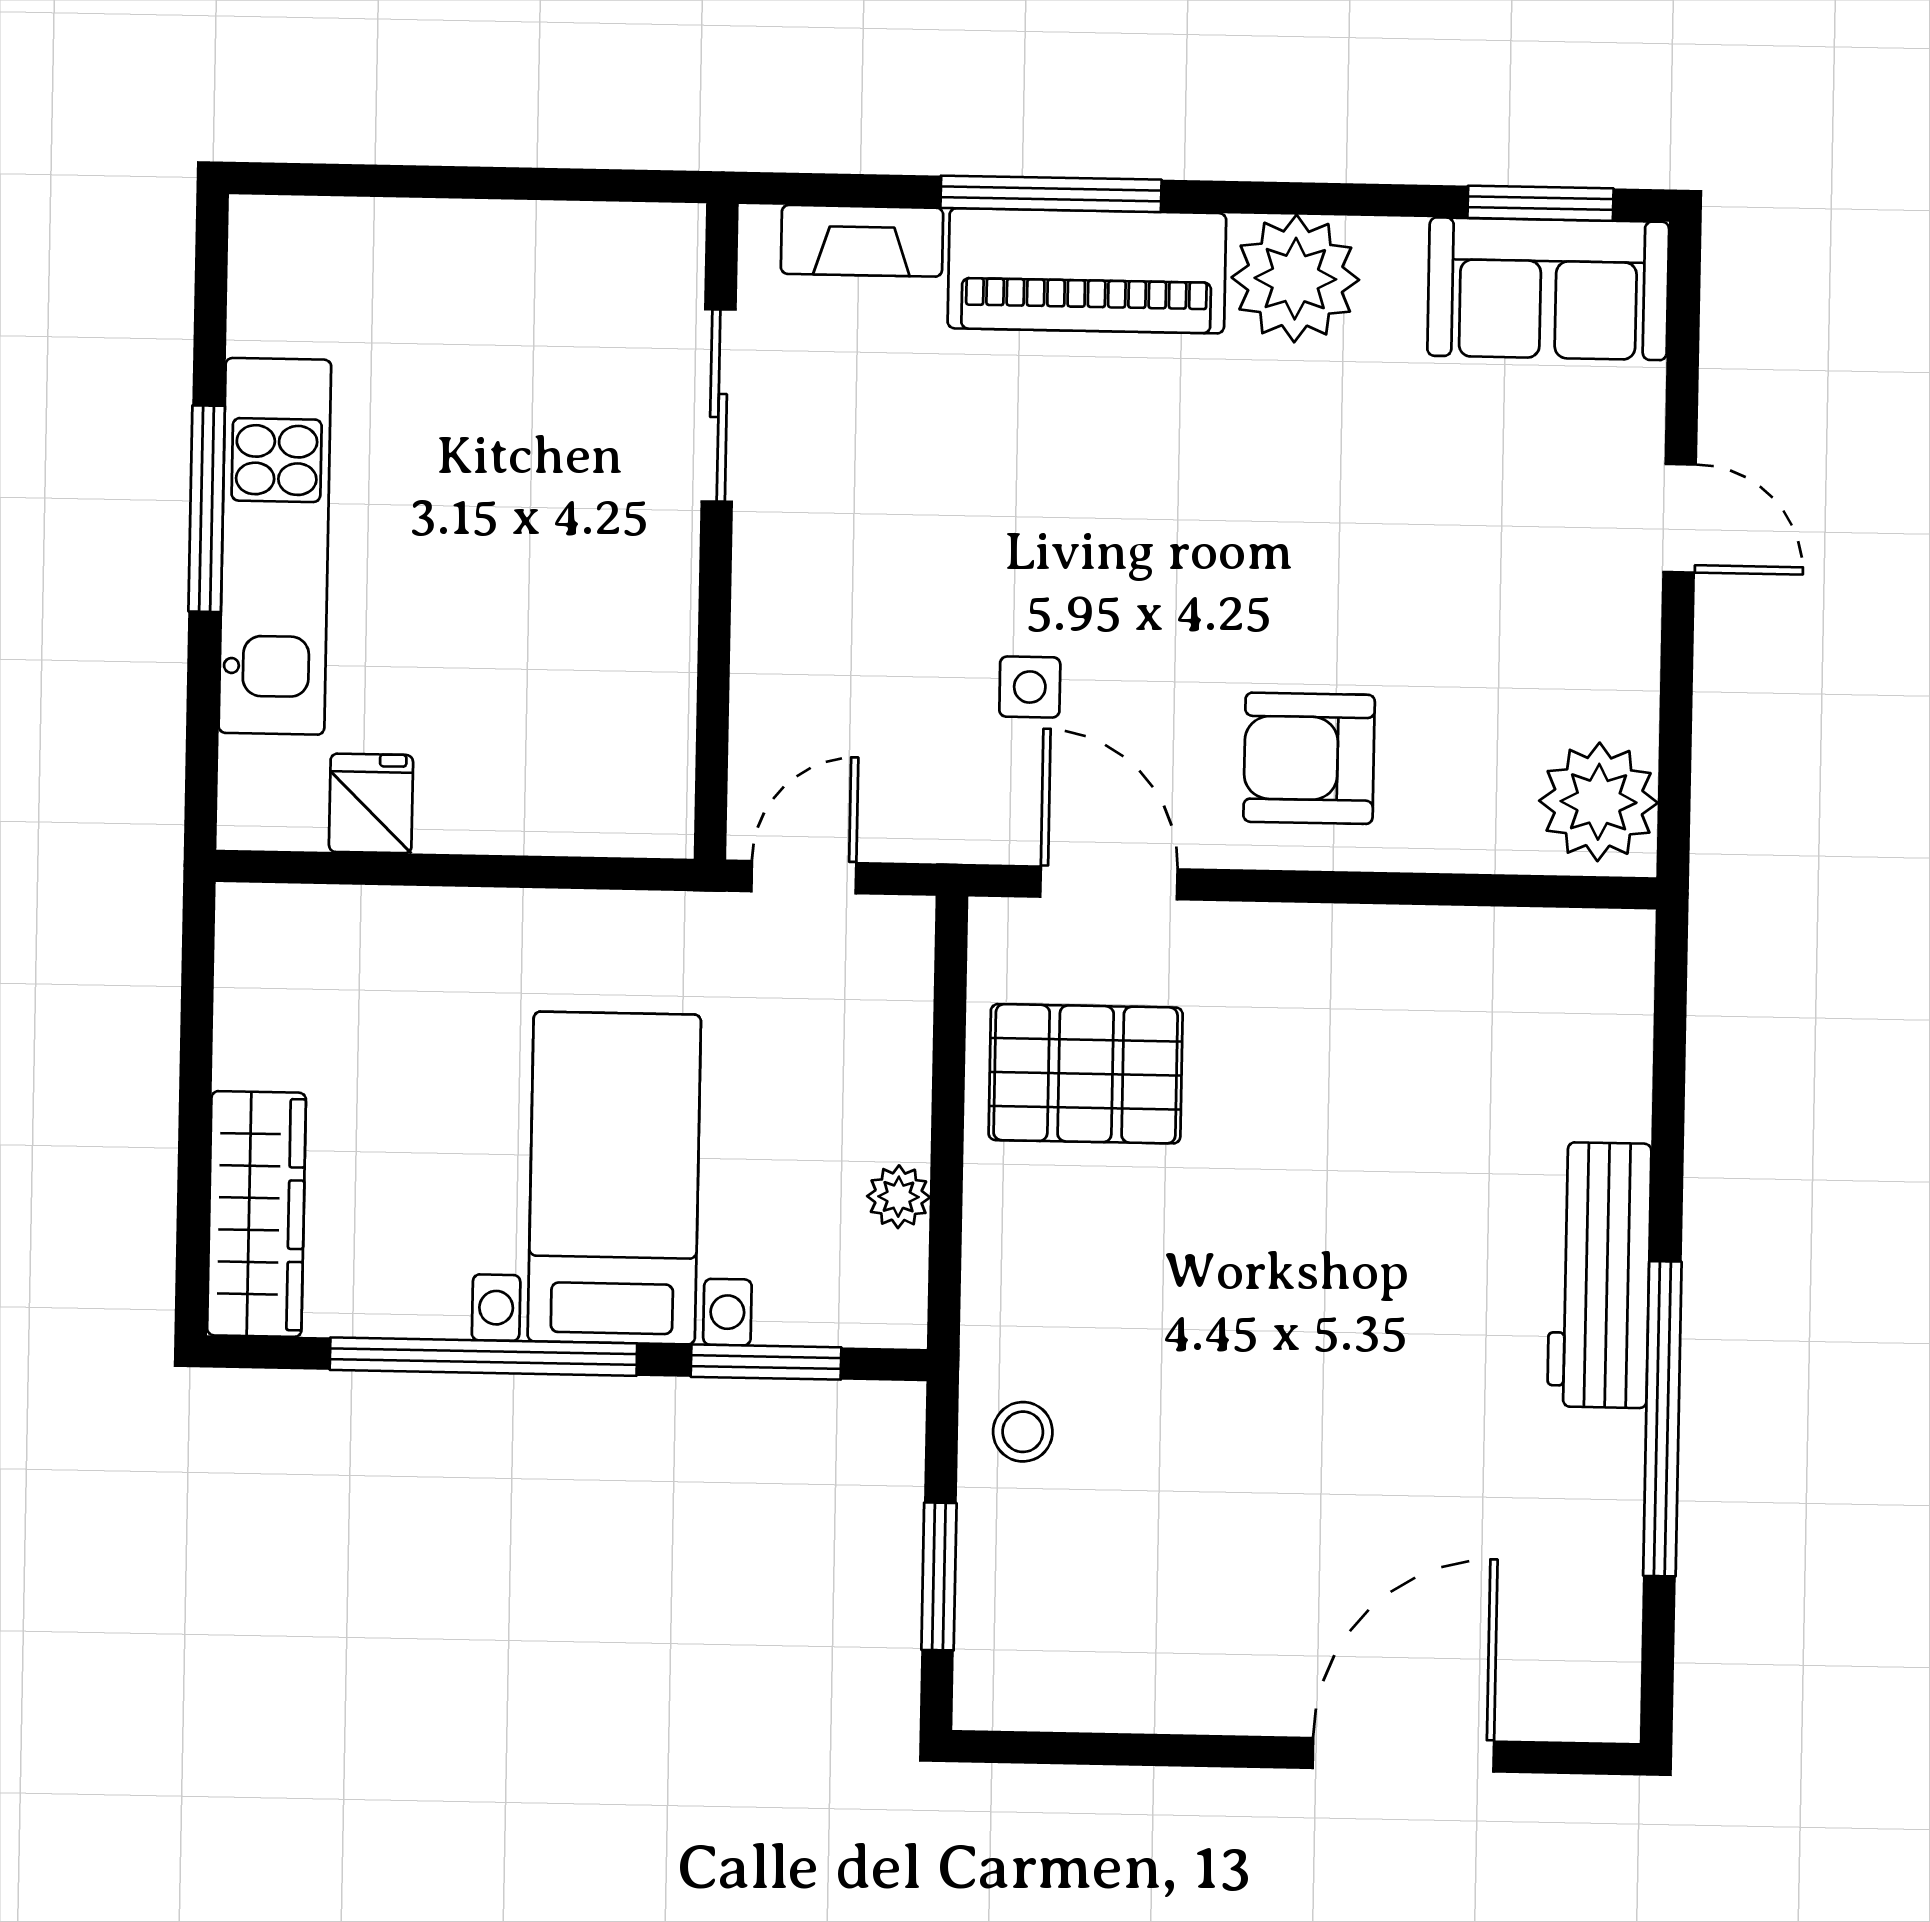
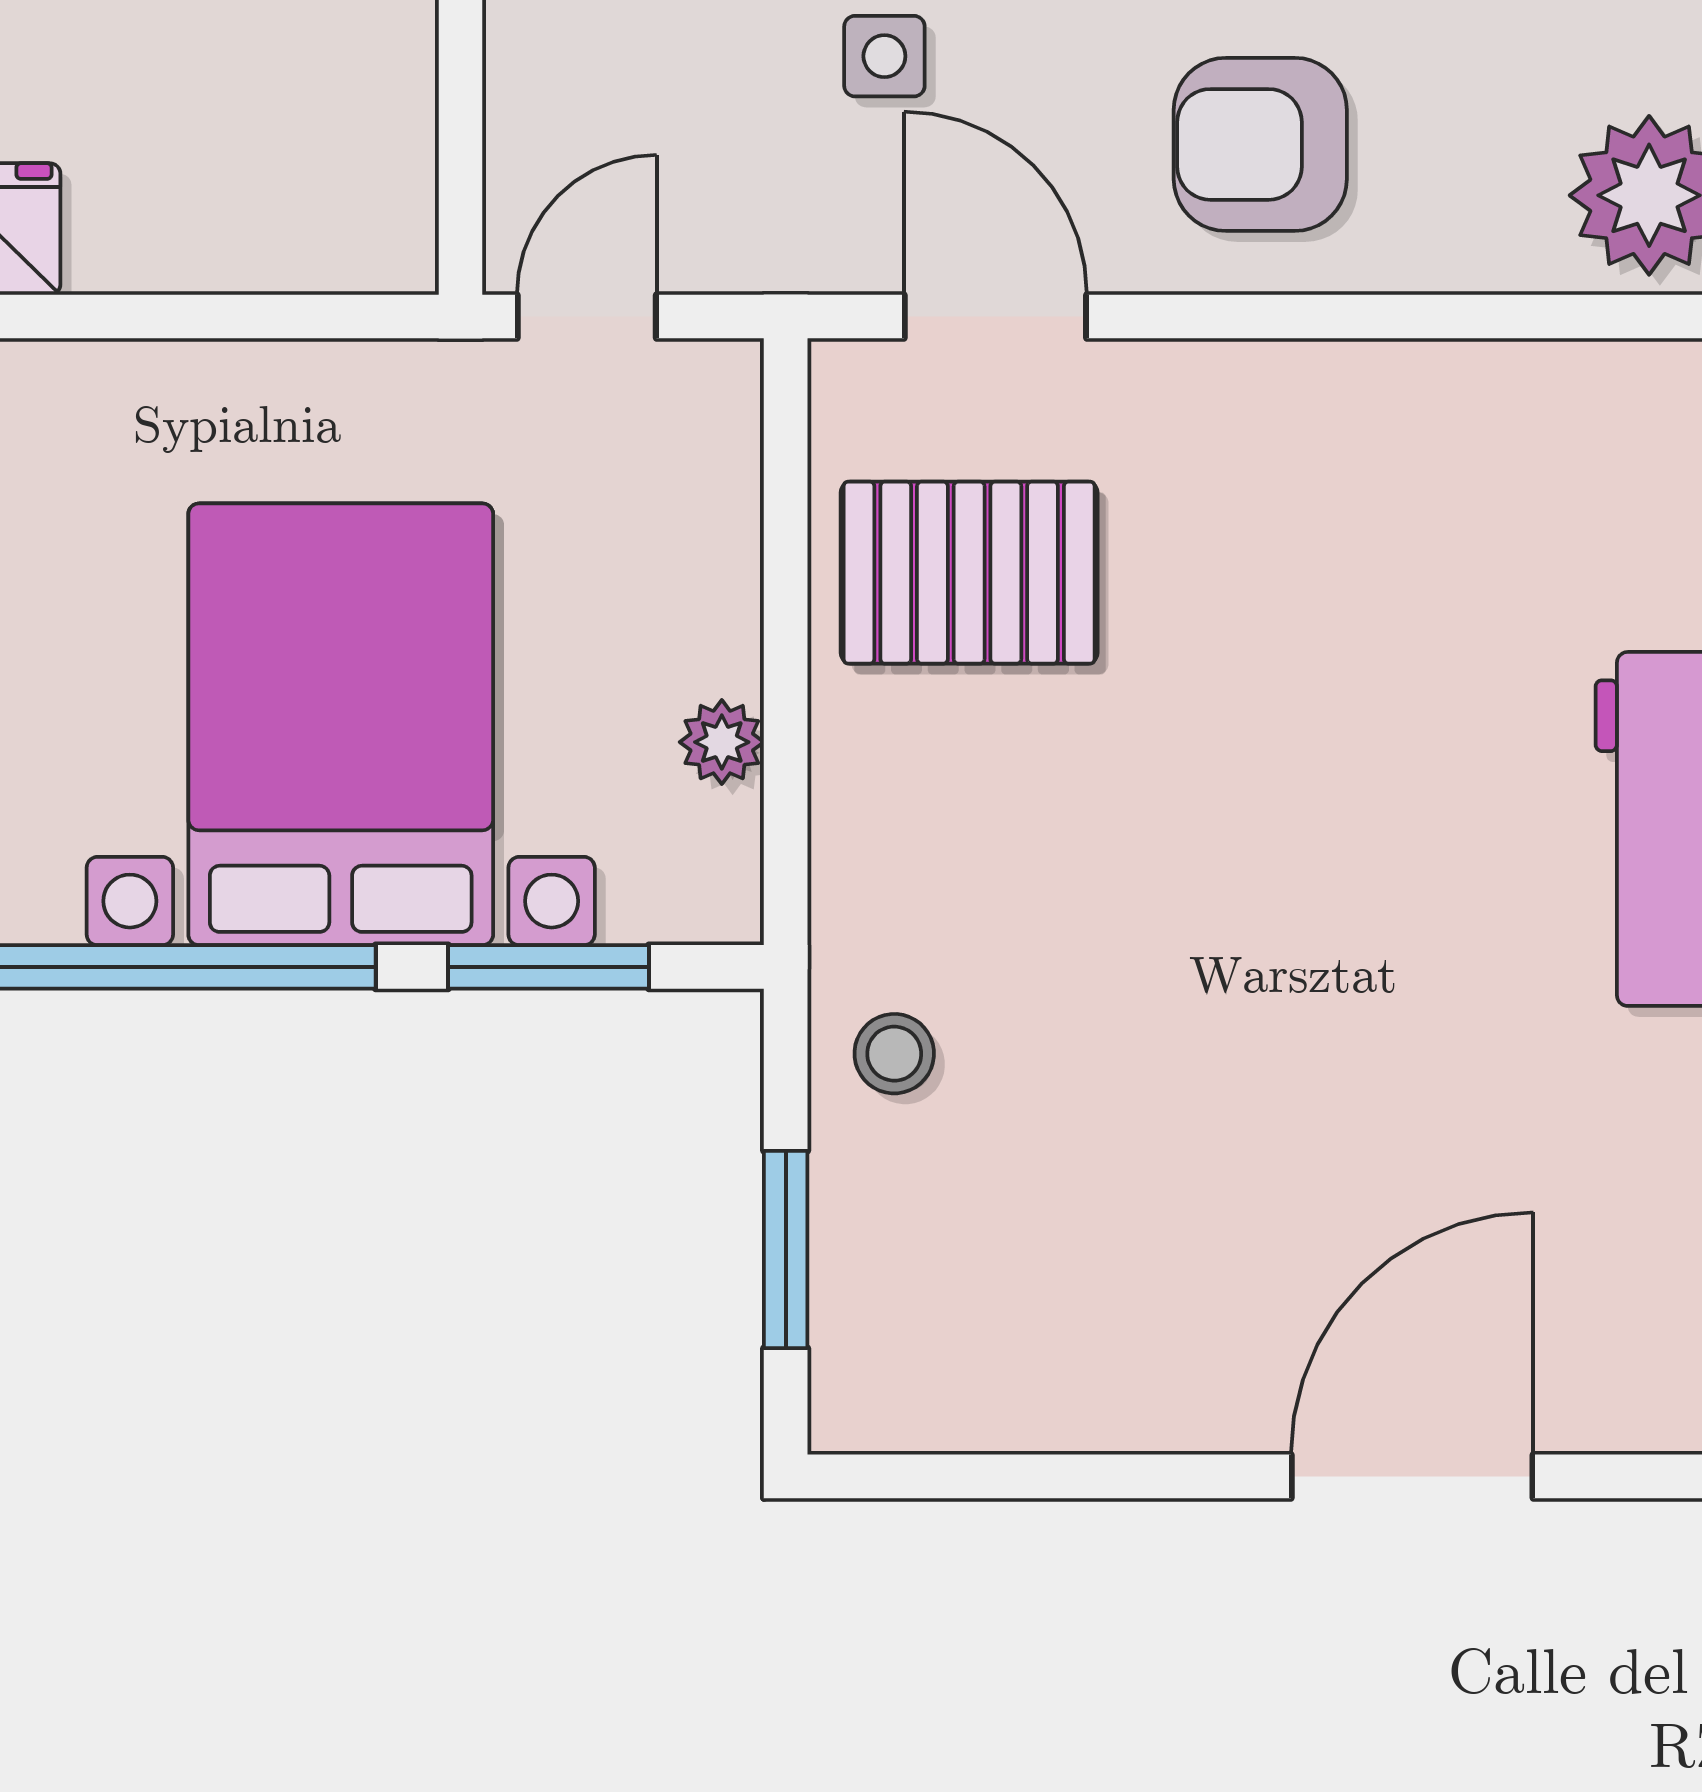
bed with nightstands: (614, 1178) -> (341, 724), width x1.36

